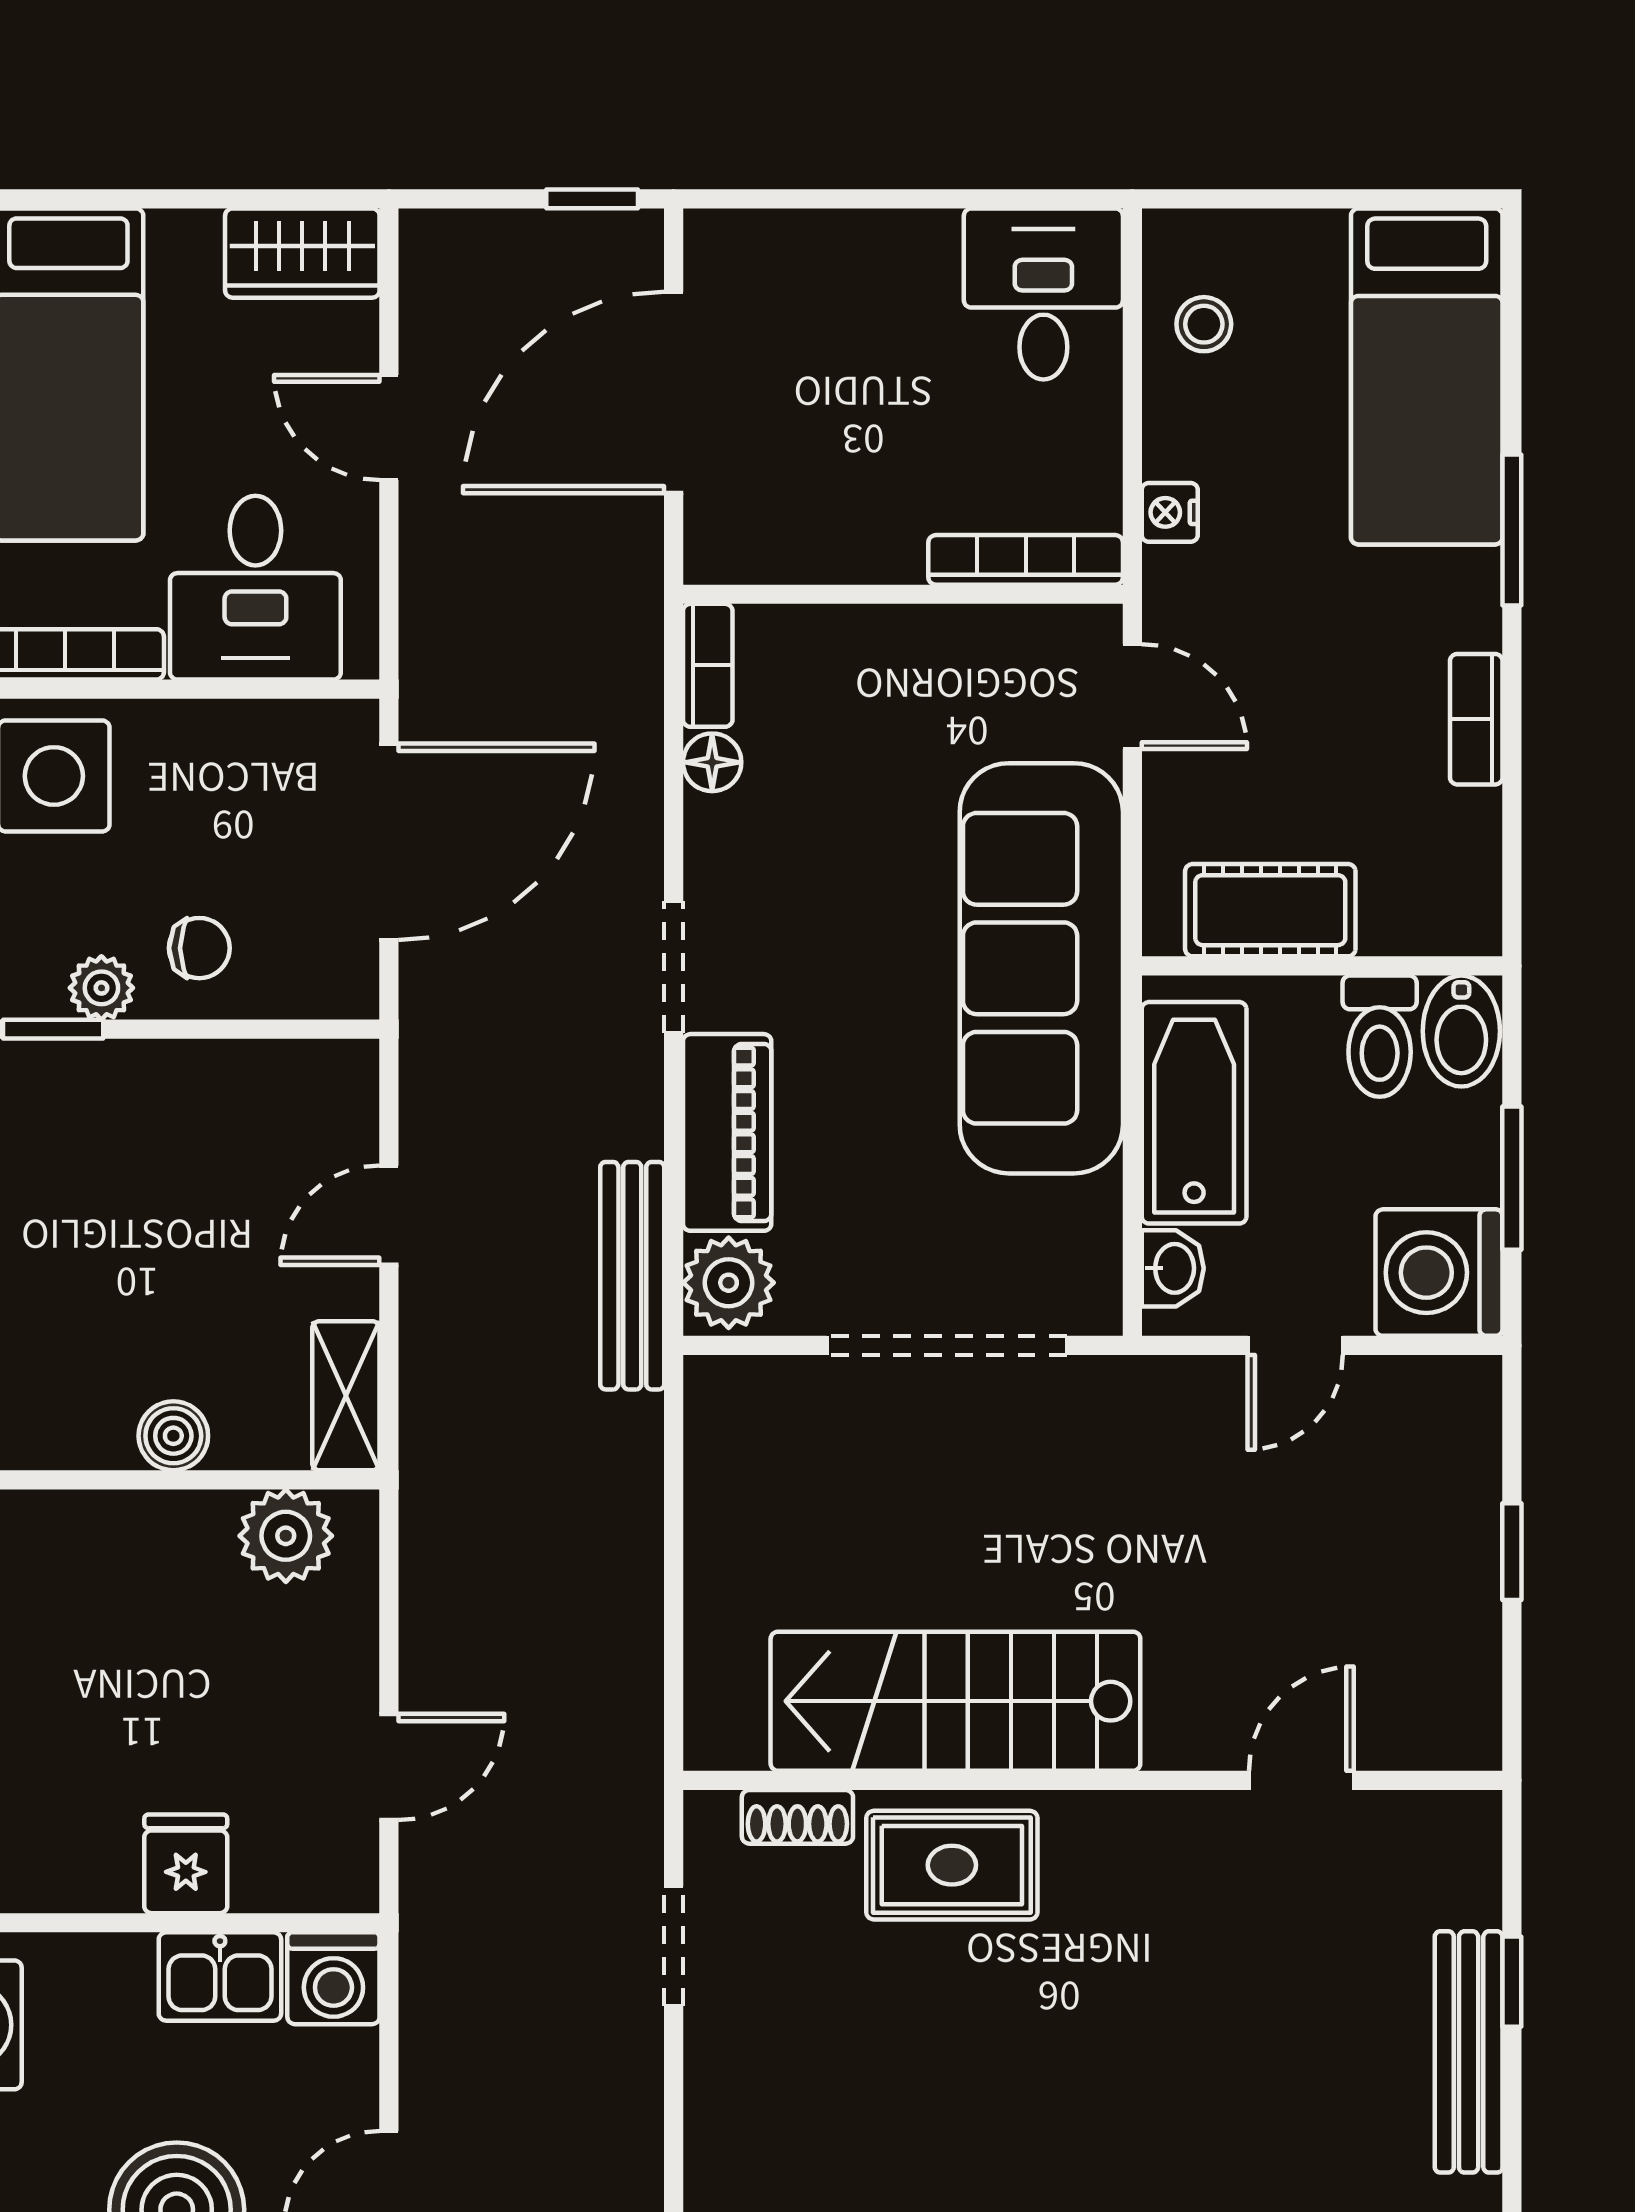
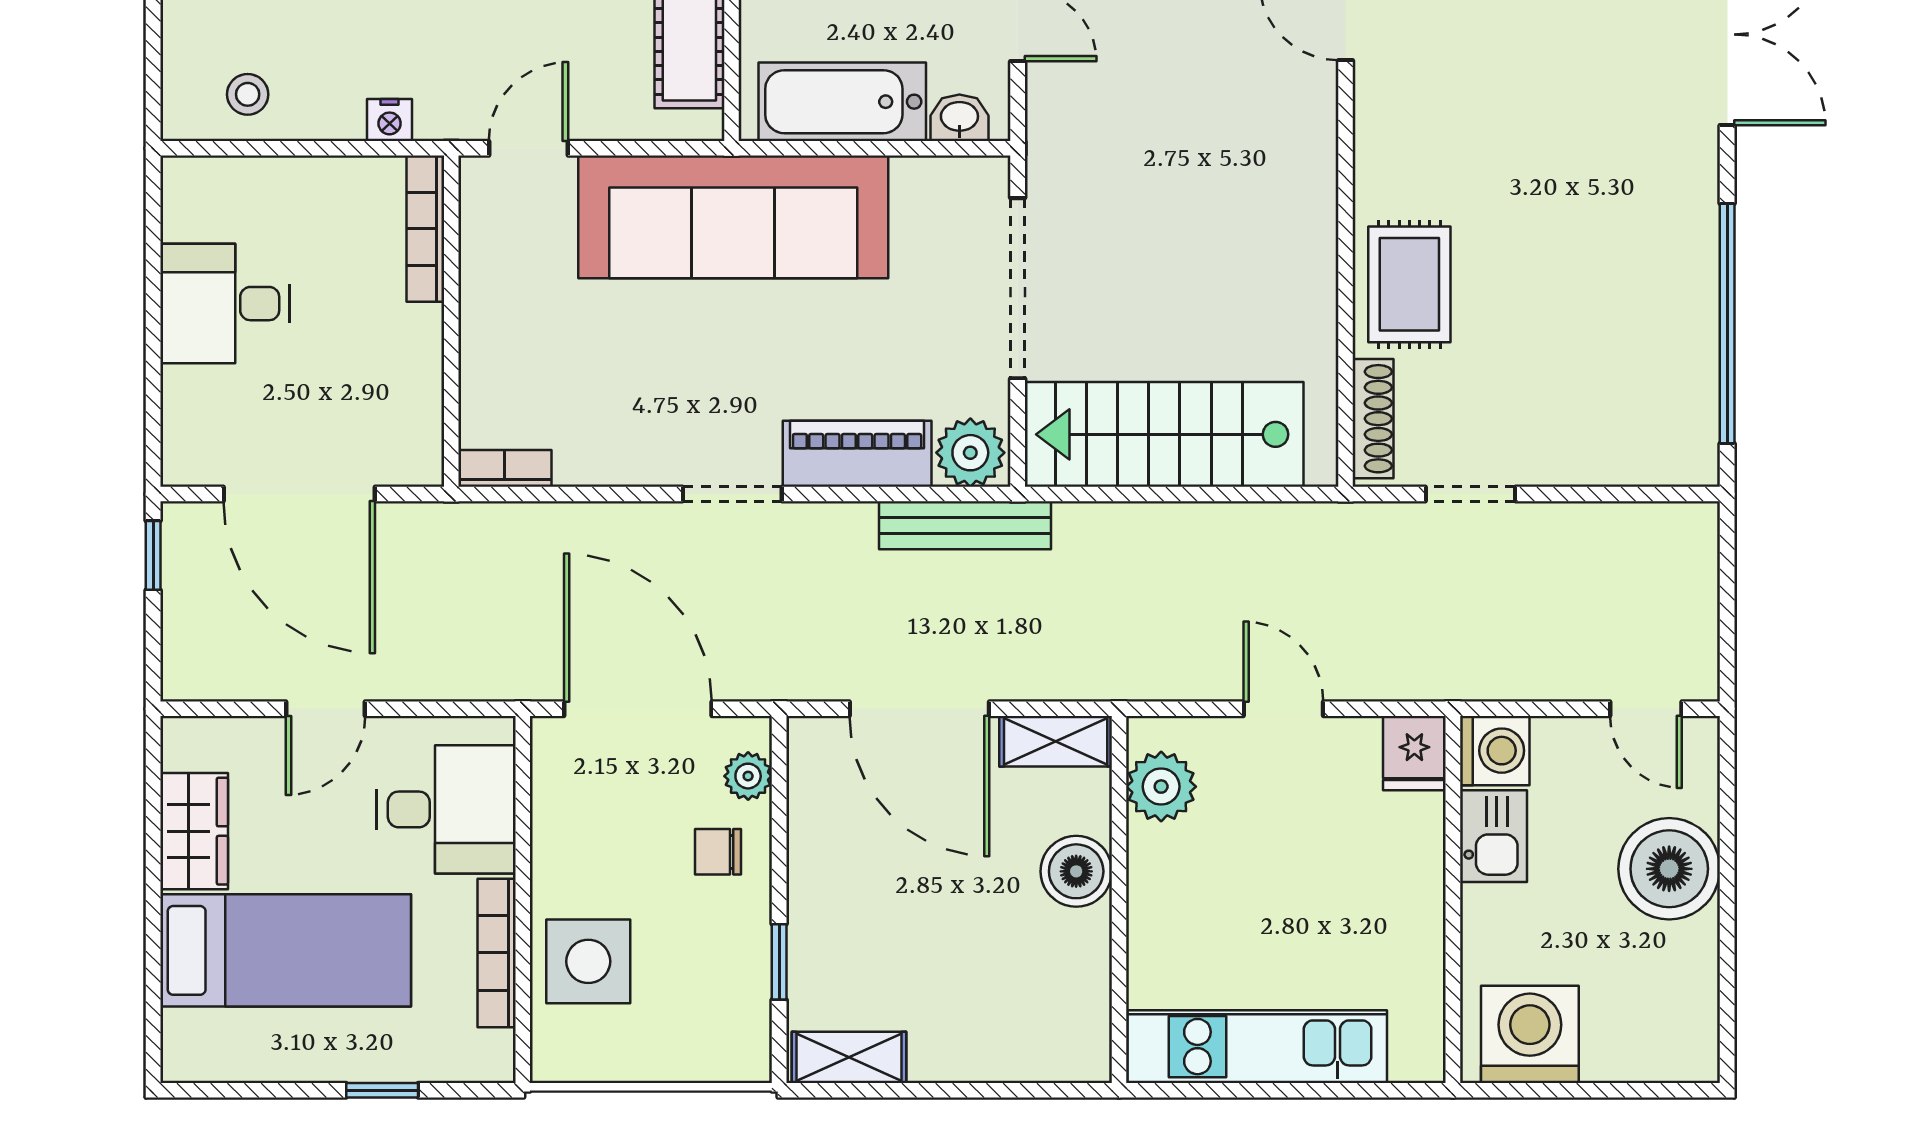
wardrobe: (302, 253) -> (194, 831), moved
desk: (1043, 294) -> (225, 304), moved
floor lamp: (712, 762) -> (578, 465), removed
chair: (199, 948) -> (718, 852), turned -90
plant: (101, 988) -> (748, 776), moved
door: (389, 1215) -> (919, 709), width x1.87
boiler: (173, 1436) -> (1076, 871), width x1.36, depth x1.36
stairs: (955, 1701) -> (1164, 434), moved, turned 90
door: (389, 1767) -> (1283, 709), moved
shoe rack: (797, 1817) -> (1373, 419), width x1.43
fridge: (186, 1864) -> (1414, 753), moved, turned -90

